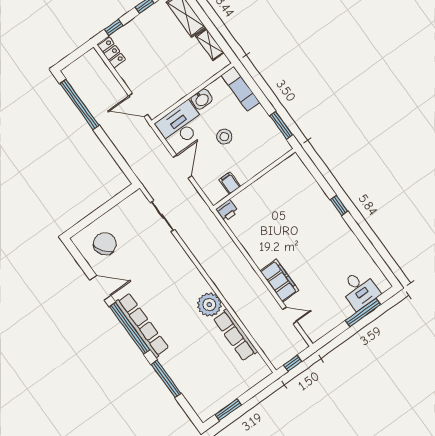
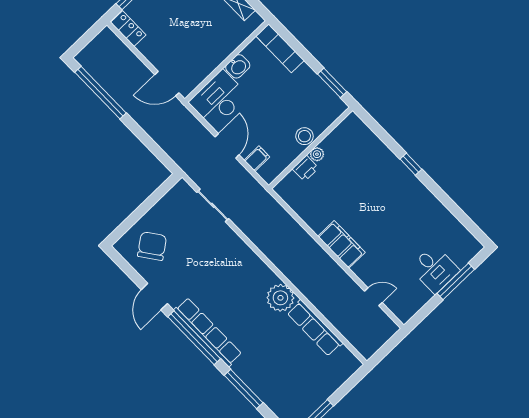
stool: (224, 137) -> (304, 136), moved
filing cabinet: (230, 183) -> (257, 159), moved, turned 90
plant: (259, 185) -> (317, 154), added
printer: (227, 211) -> (305, 168), moved
filing cabinet: (279, 281) -> (341, 244), moved
door: (100, 288) -> (154, 297), swing flipped
desk: (360, 290) -> (435, 269), moved
window: (293, 363) -> (384, 350), removed

